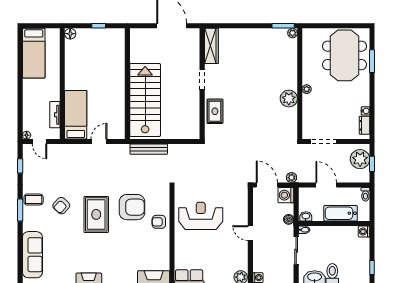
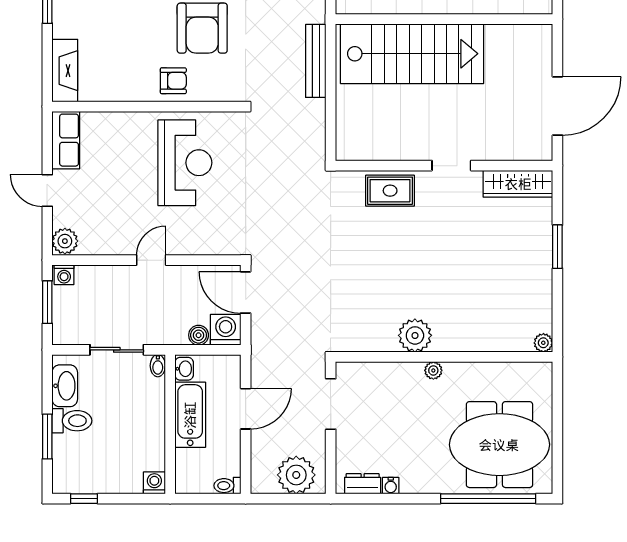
window: (283, 26) -> (557, 247), moved
window: (372, 61) -> (488, 499), width x2.11
window: (372, 164) -> (287, 499), removed
plant: (292, 178) -> (260, 341), removed
door: (267, 185) -> (246, 292), swing flipped
bathtub: (341, 213) -> (190, 415), moved
boiler: (289, 219) -> (199, 335), moved
armchair: (159, 222) -> (173, 81), turned 90

